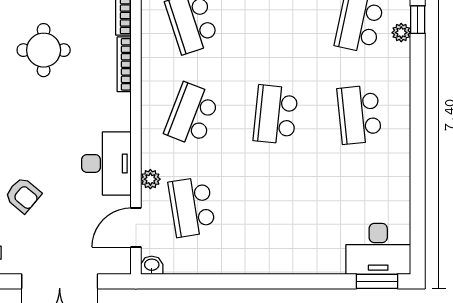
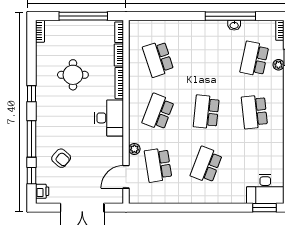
desk: (106, 163) -> (109, 118), moved
school desk: (276, 207) -> (206, 165), added
washbasin: (152, 265) -> (135, 198), removed

